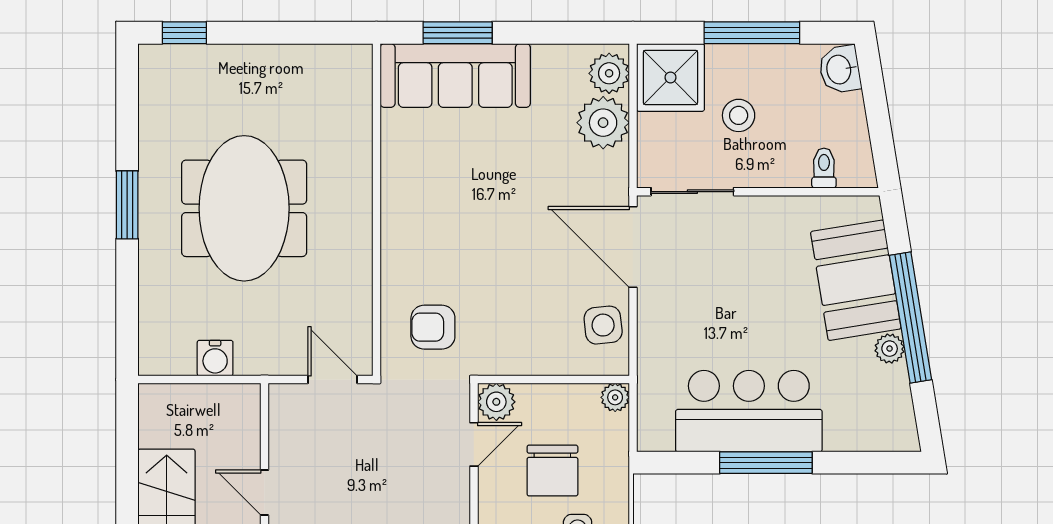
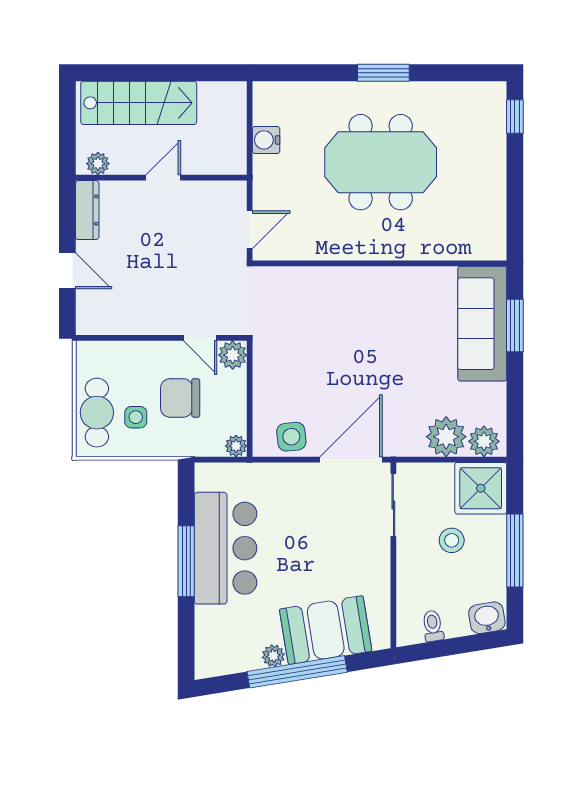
toilet: (824, 168) -> (433, 626), moved, turned -99
armchair: (433, 327) -> (290, 307), removed

